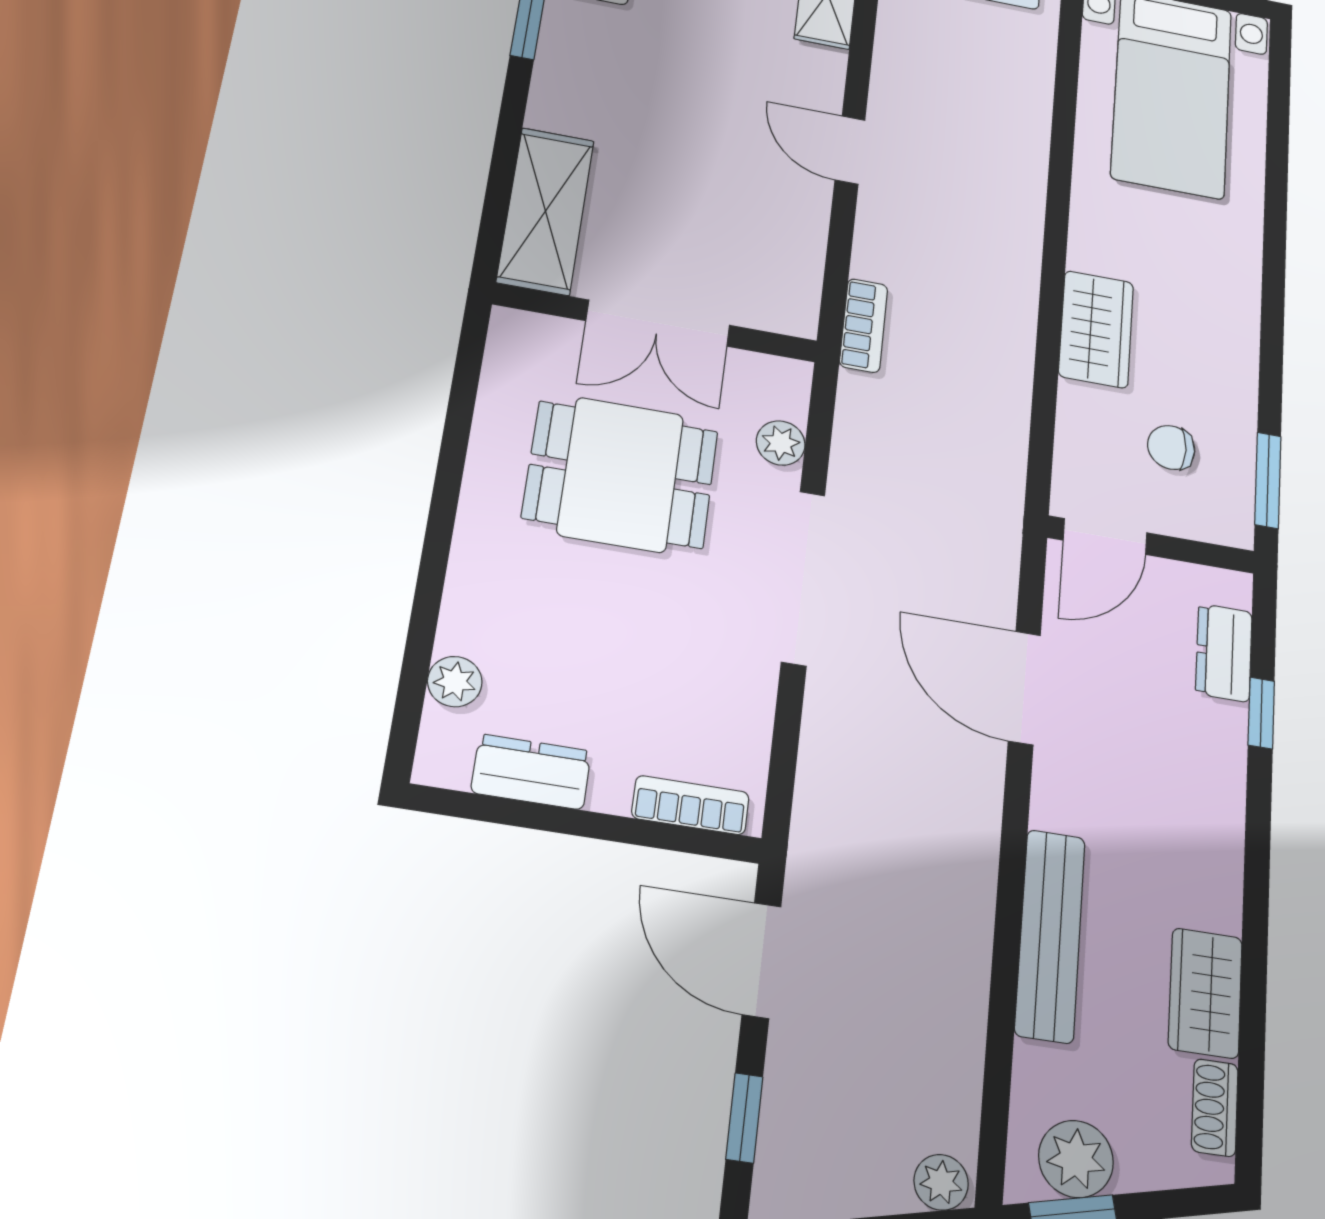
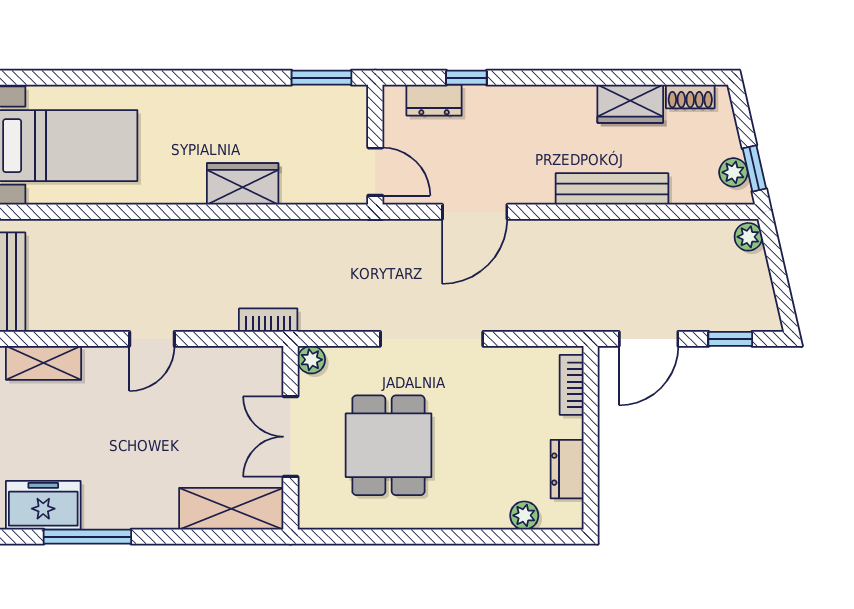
double door: (658, 323) -> (290, 437), swing flipped
plant: (781, 443) -> (311, 360), moved
chair: (1171, 447) -> (311, 136), removed
plant: (1076, 1159) -> (733, 172), width x0.73, depth x0.73

